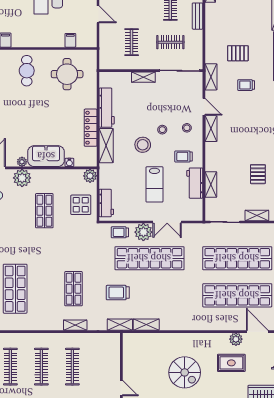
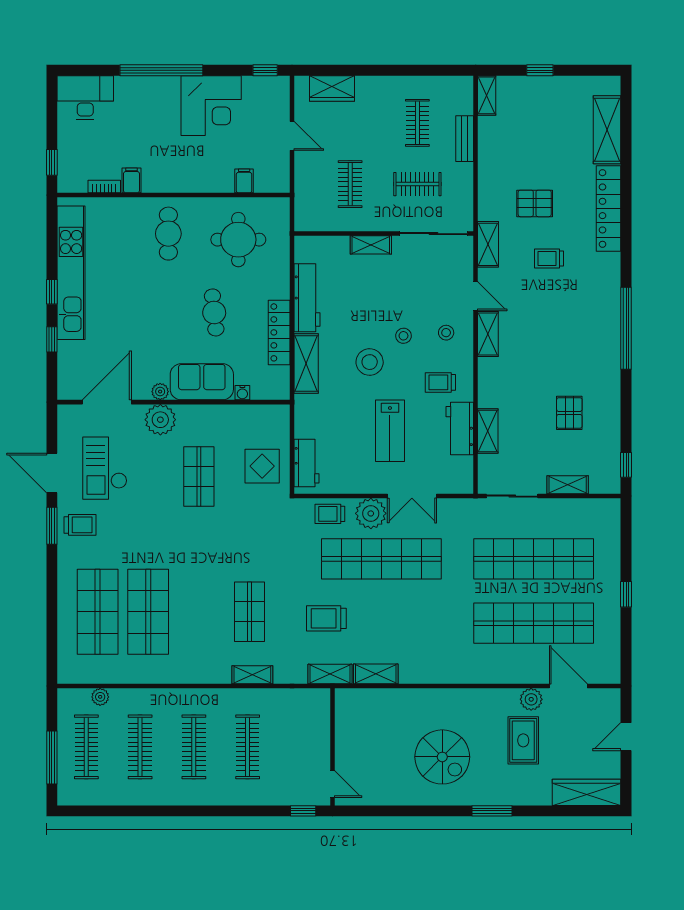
cafe table: (53, 116) -> (214, 312), added
plant: (90, 176) -> (278, 416), removed
rug: (231, 363) -> (523, 740), turned 90

